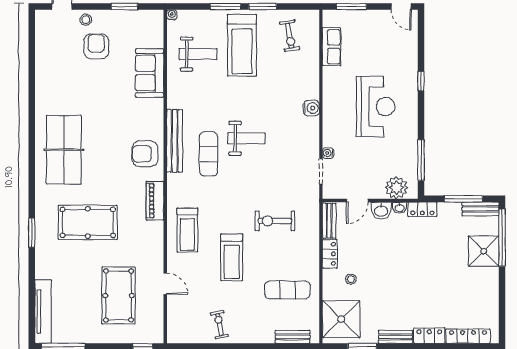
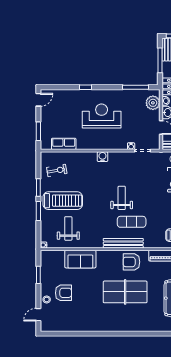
armchair: (96, 46) -> (63, 293), turned 180
table tennis table: (64, 150) -> (125, 292), moved
armchair: (145, 154) -> (131, 262), turned 90

